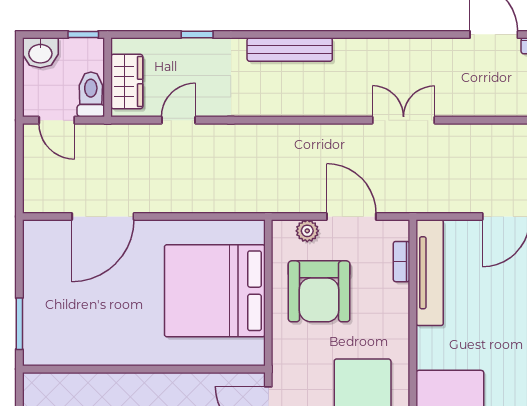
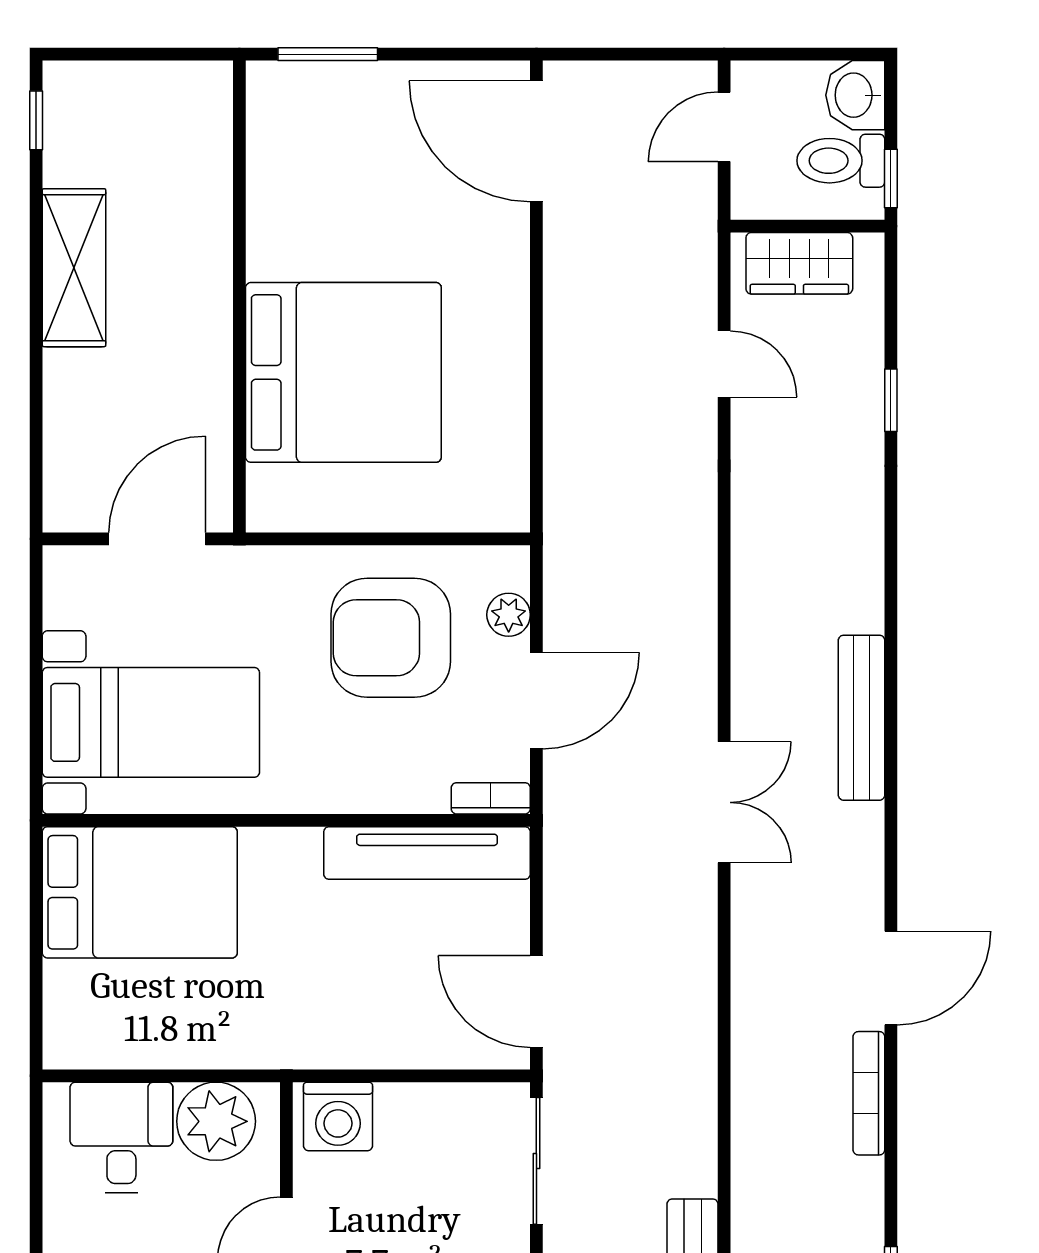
bench: (290, 50) -> (862, 718), moved
toilet: (91, 94) -> (841, 161), moved, turned 180
door: (103, 216) -> (536, 141), moved
bookcase: (402, 262) -> (491, 798), moved
bed: (215, 291) -> (343, 372), moved, turned 90

